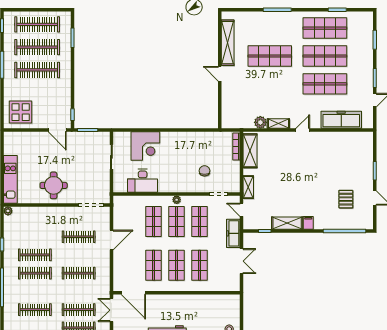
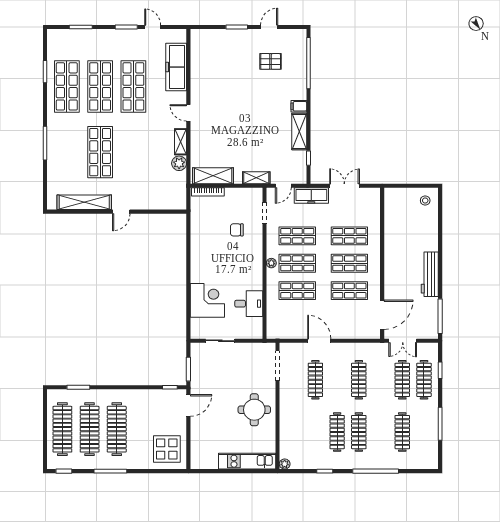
desk: (143, 181) -> (249, 304), width x0.73

